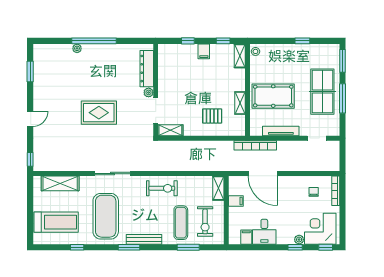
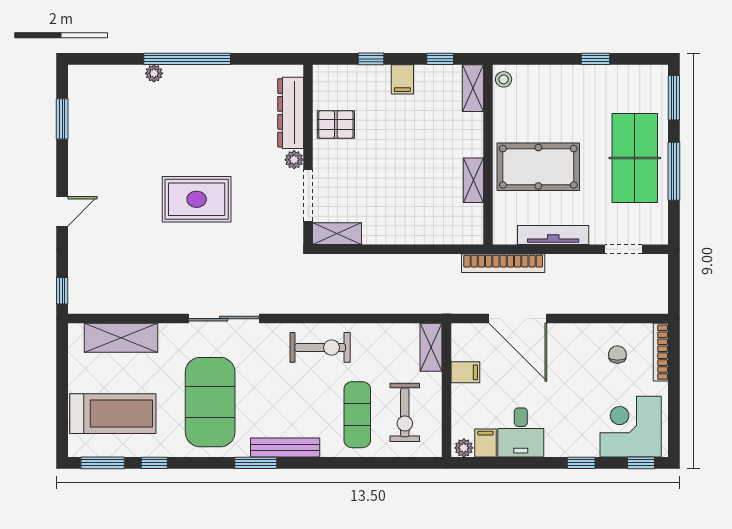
pallet: (212, 116) -> (336, 124), moved
plant: (299, 240) -> (464, 448), moved
window: (188, 247) -> (103, 463), moved

